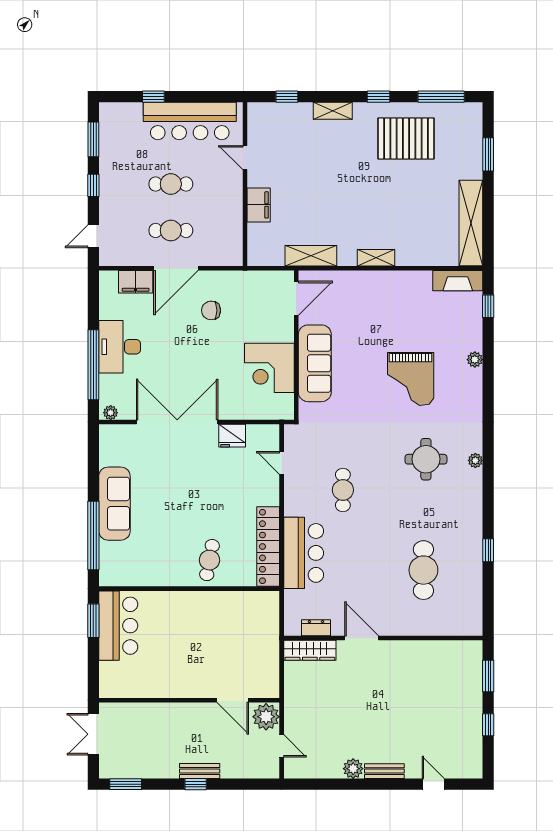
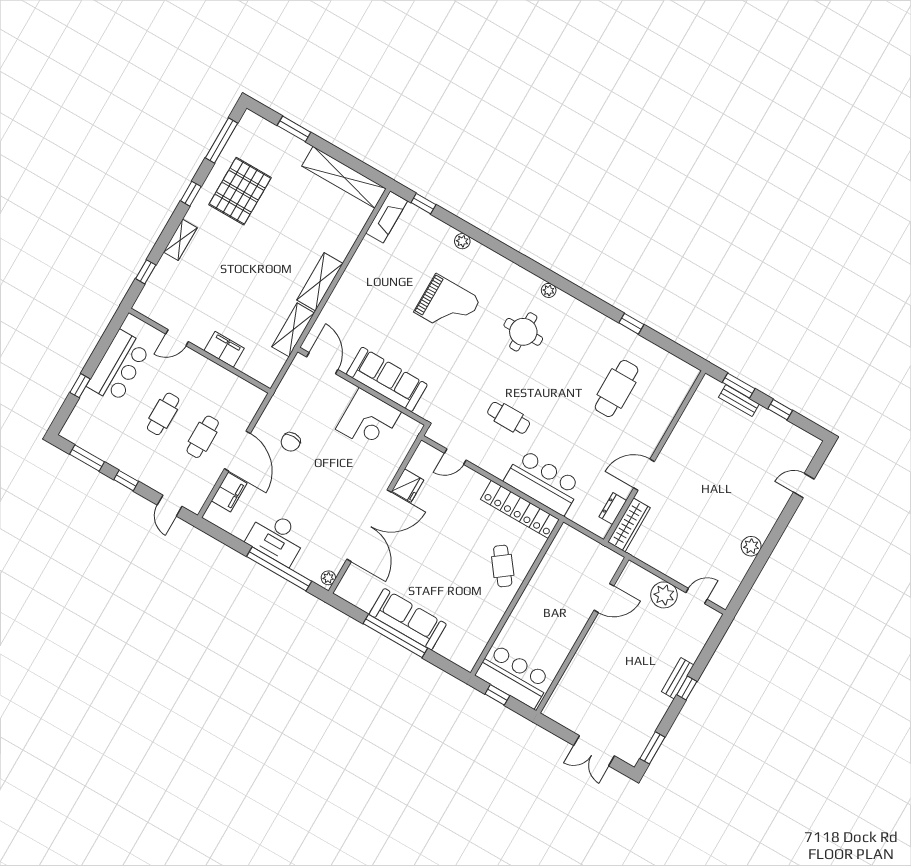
bar counter: (190, 121) -> (119, 367), width x0.73
shelving: (376, 258) -> (320, 282), width x1.50, depth x1.33
double door: (177, 422) -> (369, 526), swing flipped
window: (93, 535) -> (395, 636), moved
cafe table: (210, 560) -> (503, 566), turned 42
cafe table: (423, 570) -> (617, 389), turned 90
window: (93, 621) -> (497, 695), width x0.67
wall: (189, 700) -> (583, 635), moved
door: (233, 700) -> (604, 598), moved
bench: (384, 771) -> (739, 401), moved, turned 90

